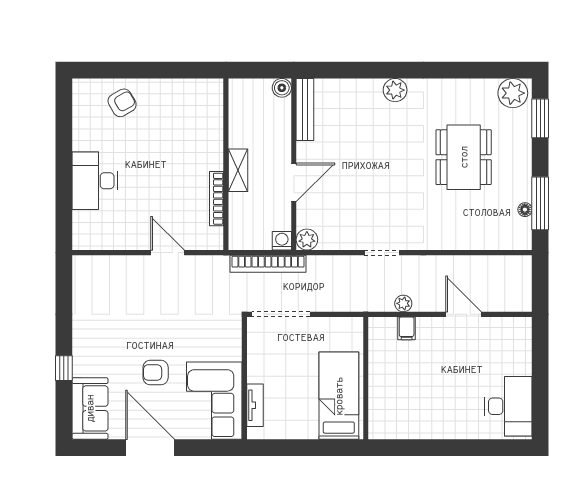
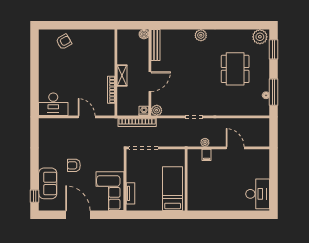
desk: (95, 181) -> (53, 104), moved, turned -90
window: (64, 368) -> (35, 196), moved
armchair: (156, 372) -> (74, 165), moved
sofa: (90, 408) -> (48, 183), moved

